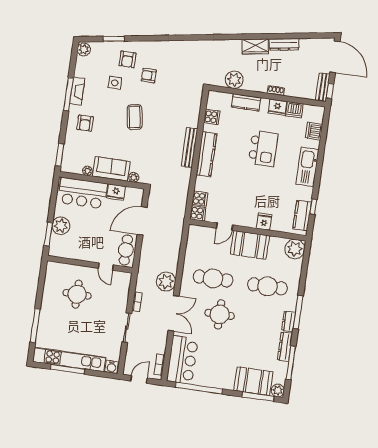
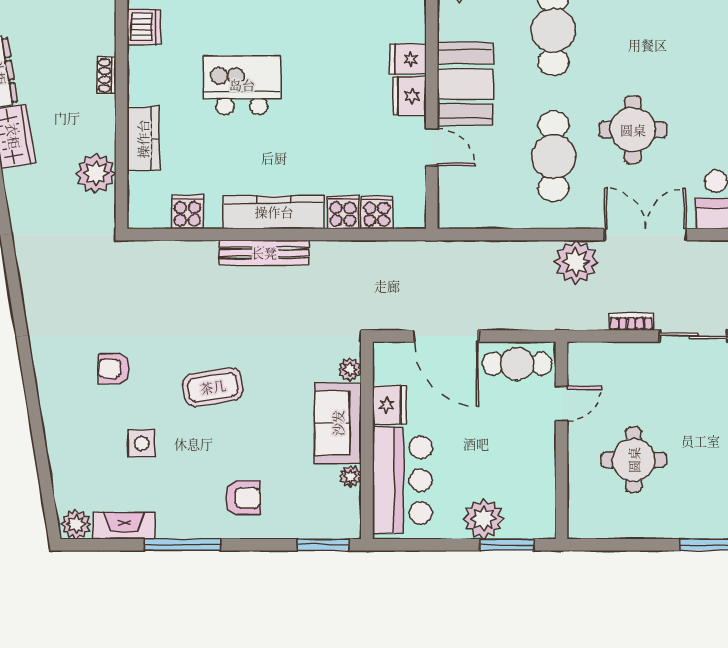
window: (114, 39) -> (42, 460), removed
armchair: (127, 59) -> (84, 422), removed
armchair: (149, 75) -> (114, 369), turned 90
fireplace: (77, 91) -> (124, 526), moved
fridge: (277, 107) -> (410, 96), moved, turned 180
cooker: (198, 213) -> (343, 212), moved

